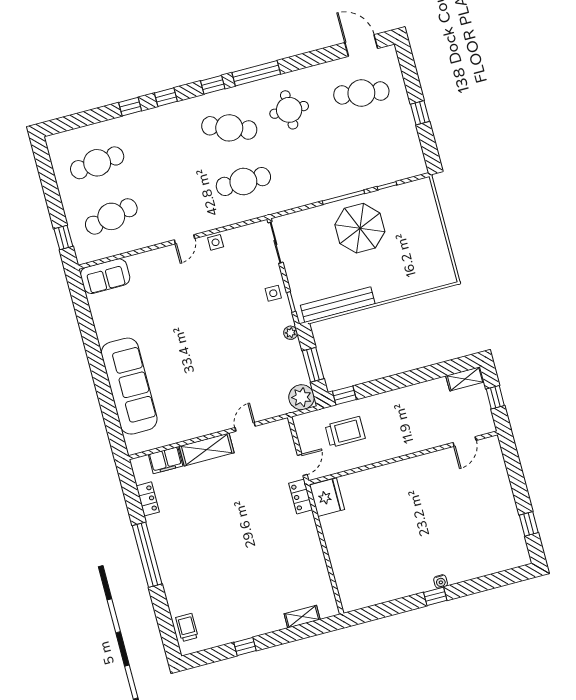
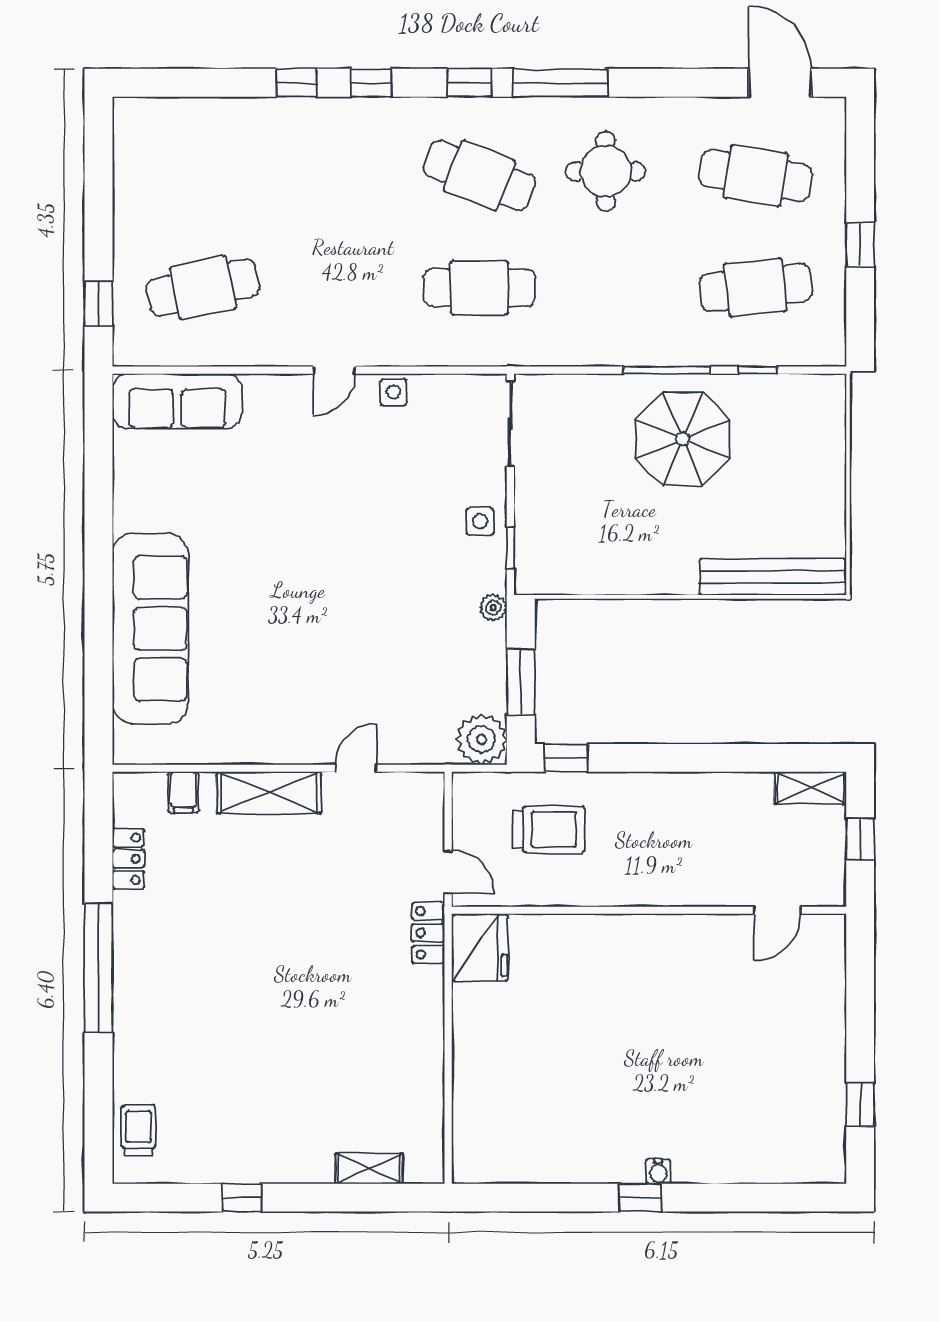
cafe table: (97, 163) -> (756, 288), moved
sofa: (105, 276) -> (177, 401), width x1.36
bench: (338, 305) -> (773, 577), moved
filing cabinet: (166, 460) -> (183, 792), width x0.50
door: (302, 465) -> (448, 872), hinge flipped

